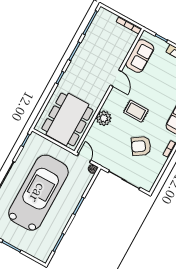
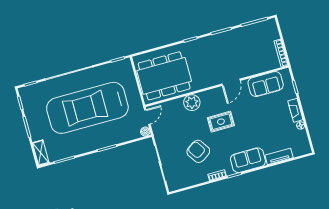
rug: (136, 111) -> (221, 122), turned 90
car: (38, 193) -> (87, 108), turned 180
shelving: (38, 254) -> (41, 153), added

